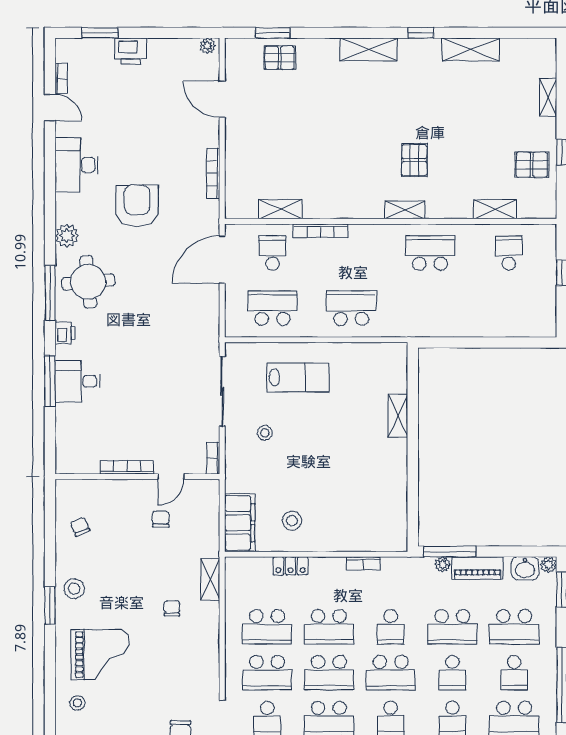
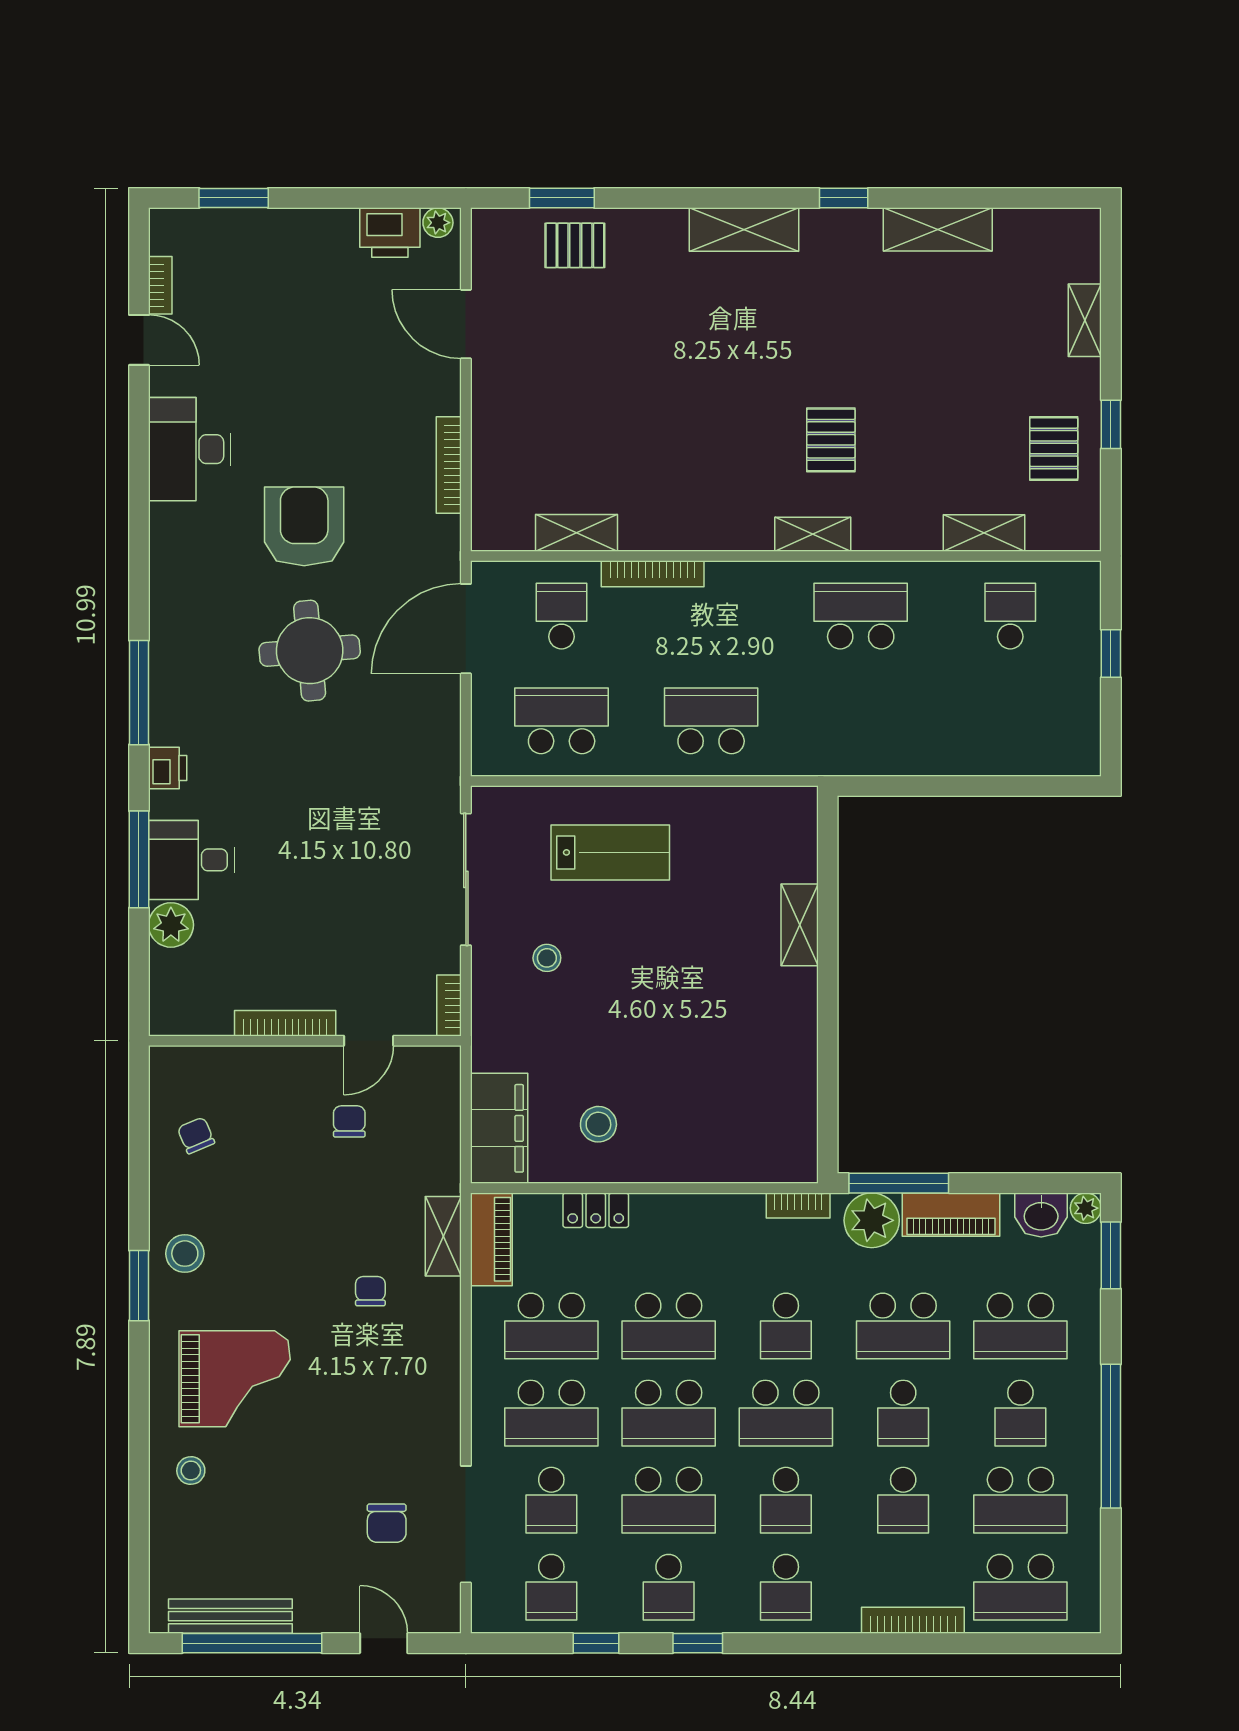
printer: (131, 51) -> (390, 233), moved
pallet: (532, 165) -> (1054, 448), turned 90
plant: (67, 236) -> (171, 925), moved
round table: (88, 282) -> (310, 651), moved
bookcase: (363, 563) -> (798, 1205), moved
plant: (443, 564) -> (872, 1220), width x1.87, depth x1.87
piano: (236, 581) -> (491, 1239), added

